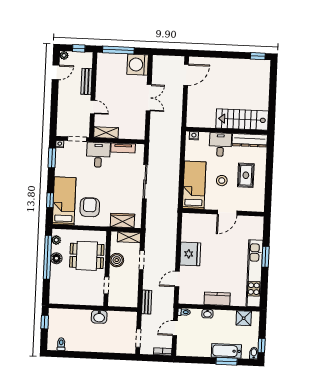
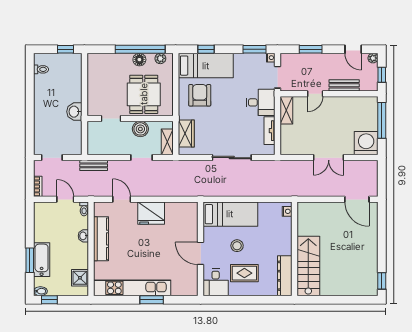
window: (54, 109) -> (311, 49), added
desk: (220, 145) -> (216, 282), moved, turned 90
armchair: (90, 207) -> (200, 95), turned -90
kitchen counter: (217, 299) -> (101, 239), width x1.50

